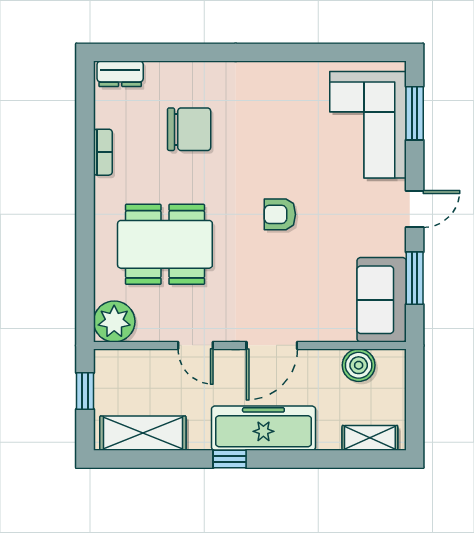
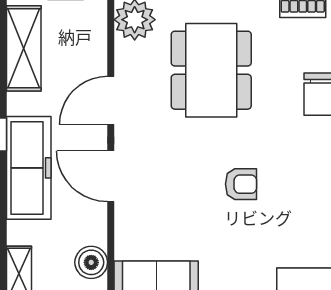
armchair: (280, 214) -> (241, 184), turned 90
door: (195, 345) -> (111, 100), width x1.38

